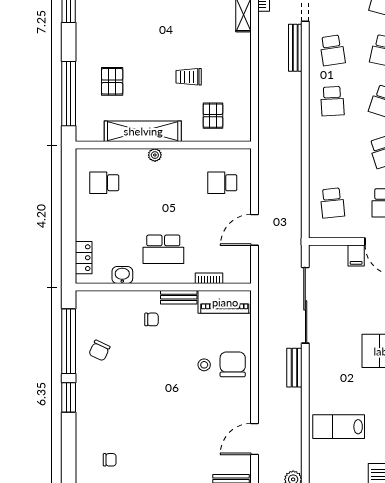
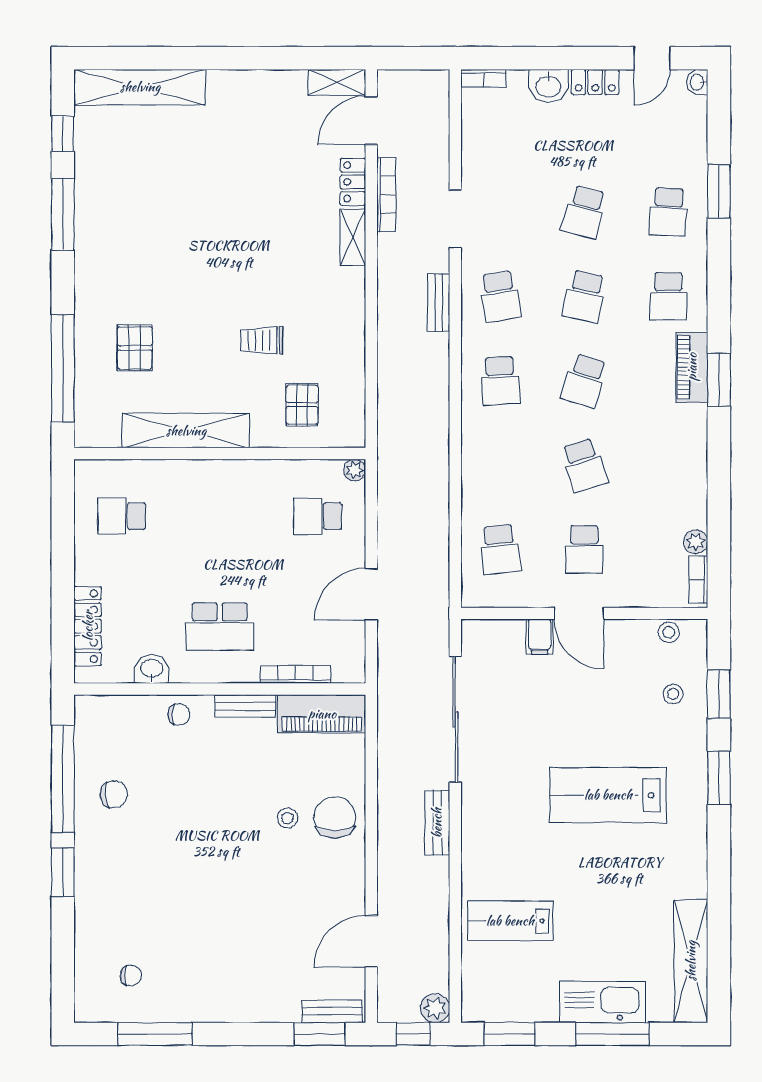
bench: (295, 48) -> (439, 303), width x0.73
plant: (155, 155) -> (355, 470), moved
locker: (84, 258) -> (88, 626), width x1.53
bookcase: (209, 278) -> (296, 674), width x1.56
chair: (151, 319) -> (179, 714), moved
chair: (99, 351) -> (114, 794), turned -121

